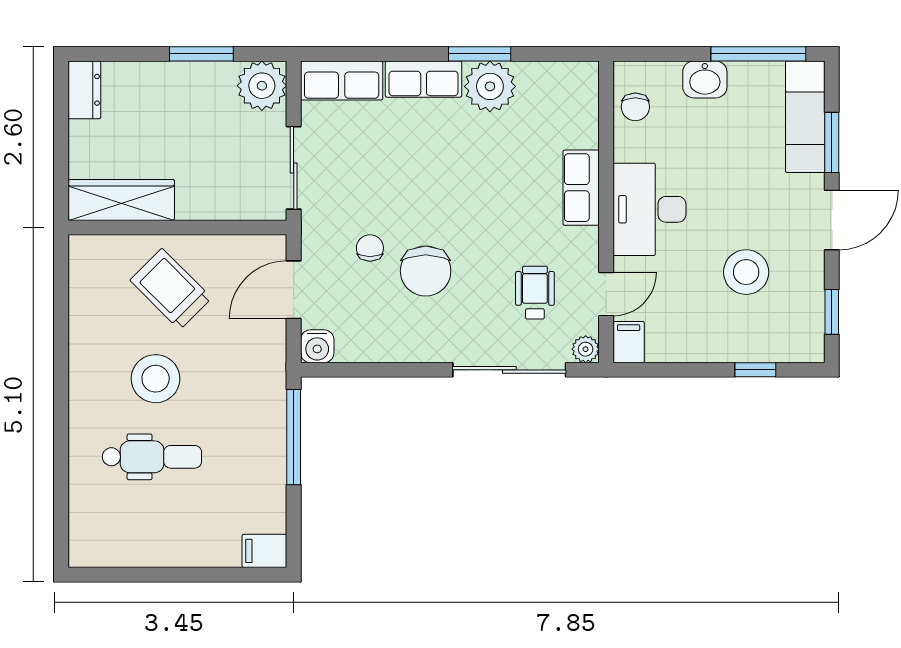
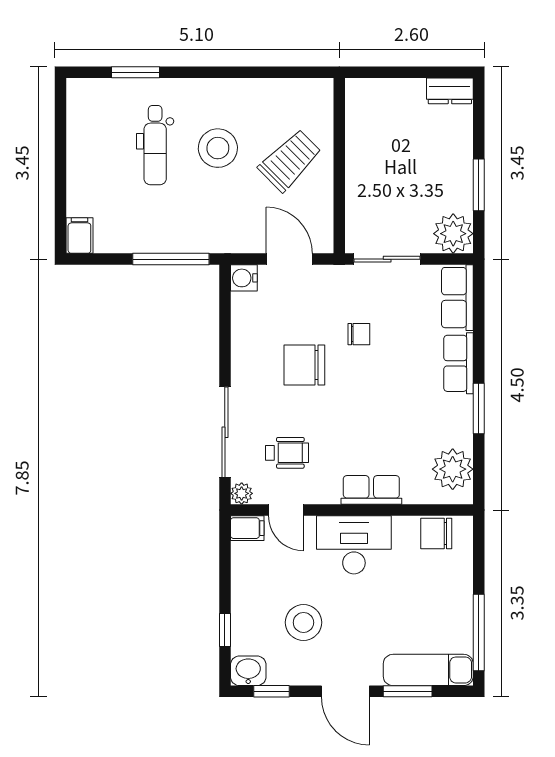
washbasin: (705, 79) -> (248, 671), moved, turned 90
plant: (490, 86) -> (453, 469), moved
chair: (635, 107) -> (436, 533), width x1.37, depth x1.37
wardrobe: (121, 200) -> (361, 120), removed
chair: (370, 248) -> (359, 334), moved
window: (61, 481) -> (135, 72), added

